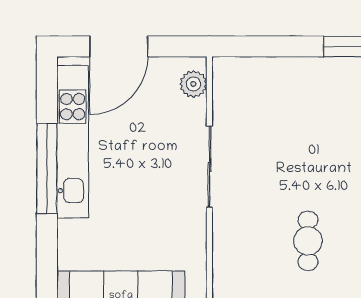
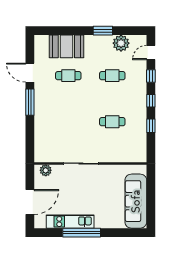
door: (119, 46) -> (30, 202), hinge flipped
kitchen unit: (73, 142) -> (70, 222), width x0.73

